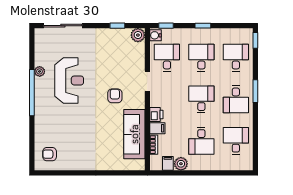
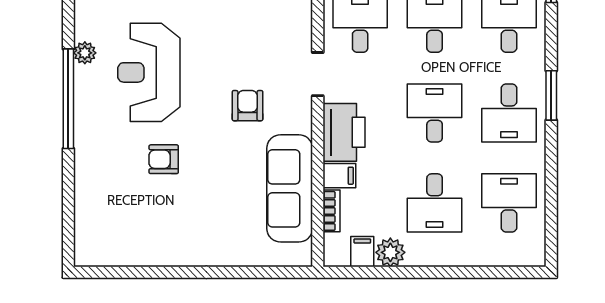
reception desk: (69, 80) -> (149, 72), turned 180
printer: (156, 114) -> (344, 132), width x1.87, depth x1.48
armchair: (50, 154) -> (164, 159), moved

